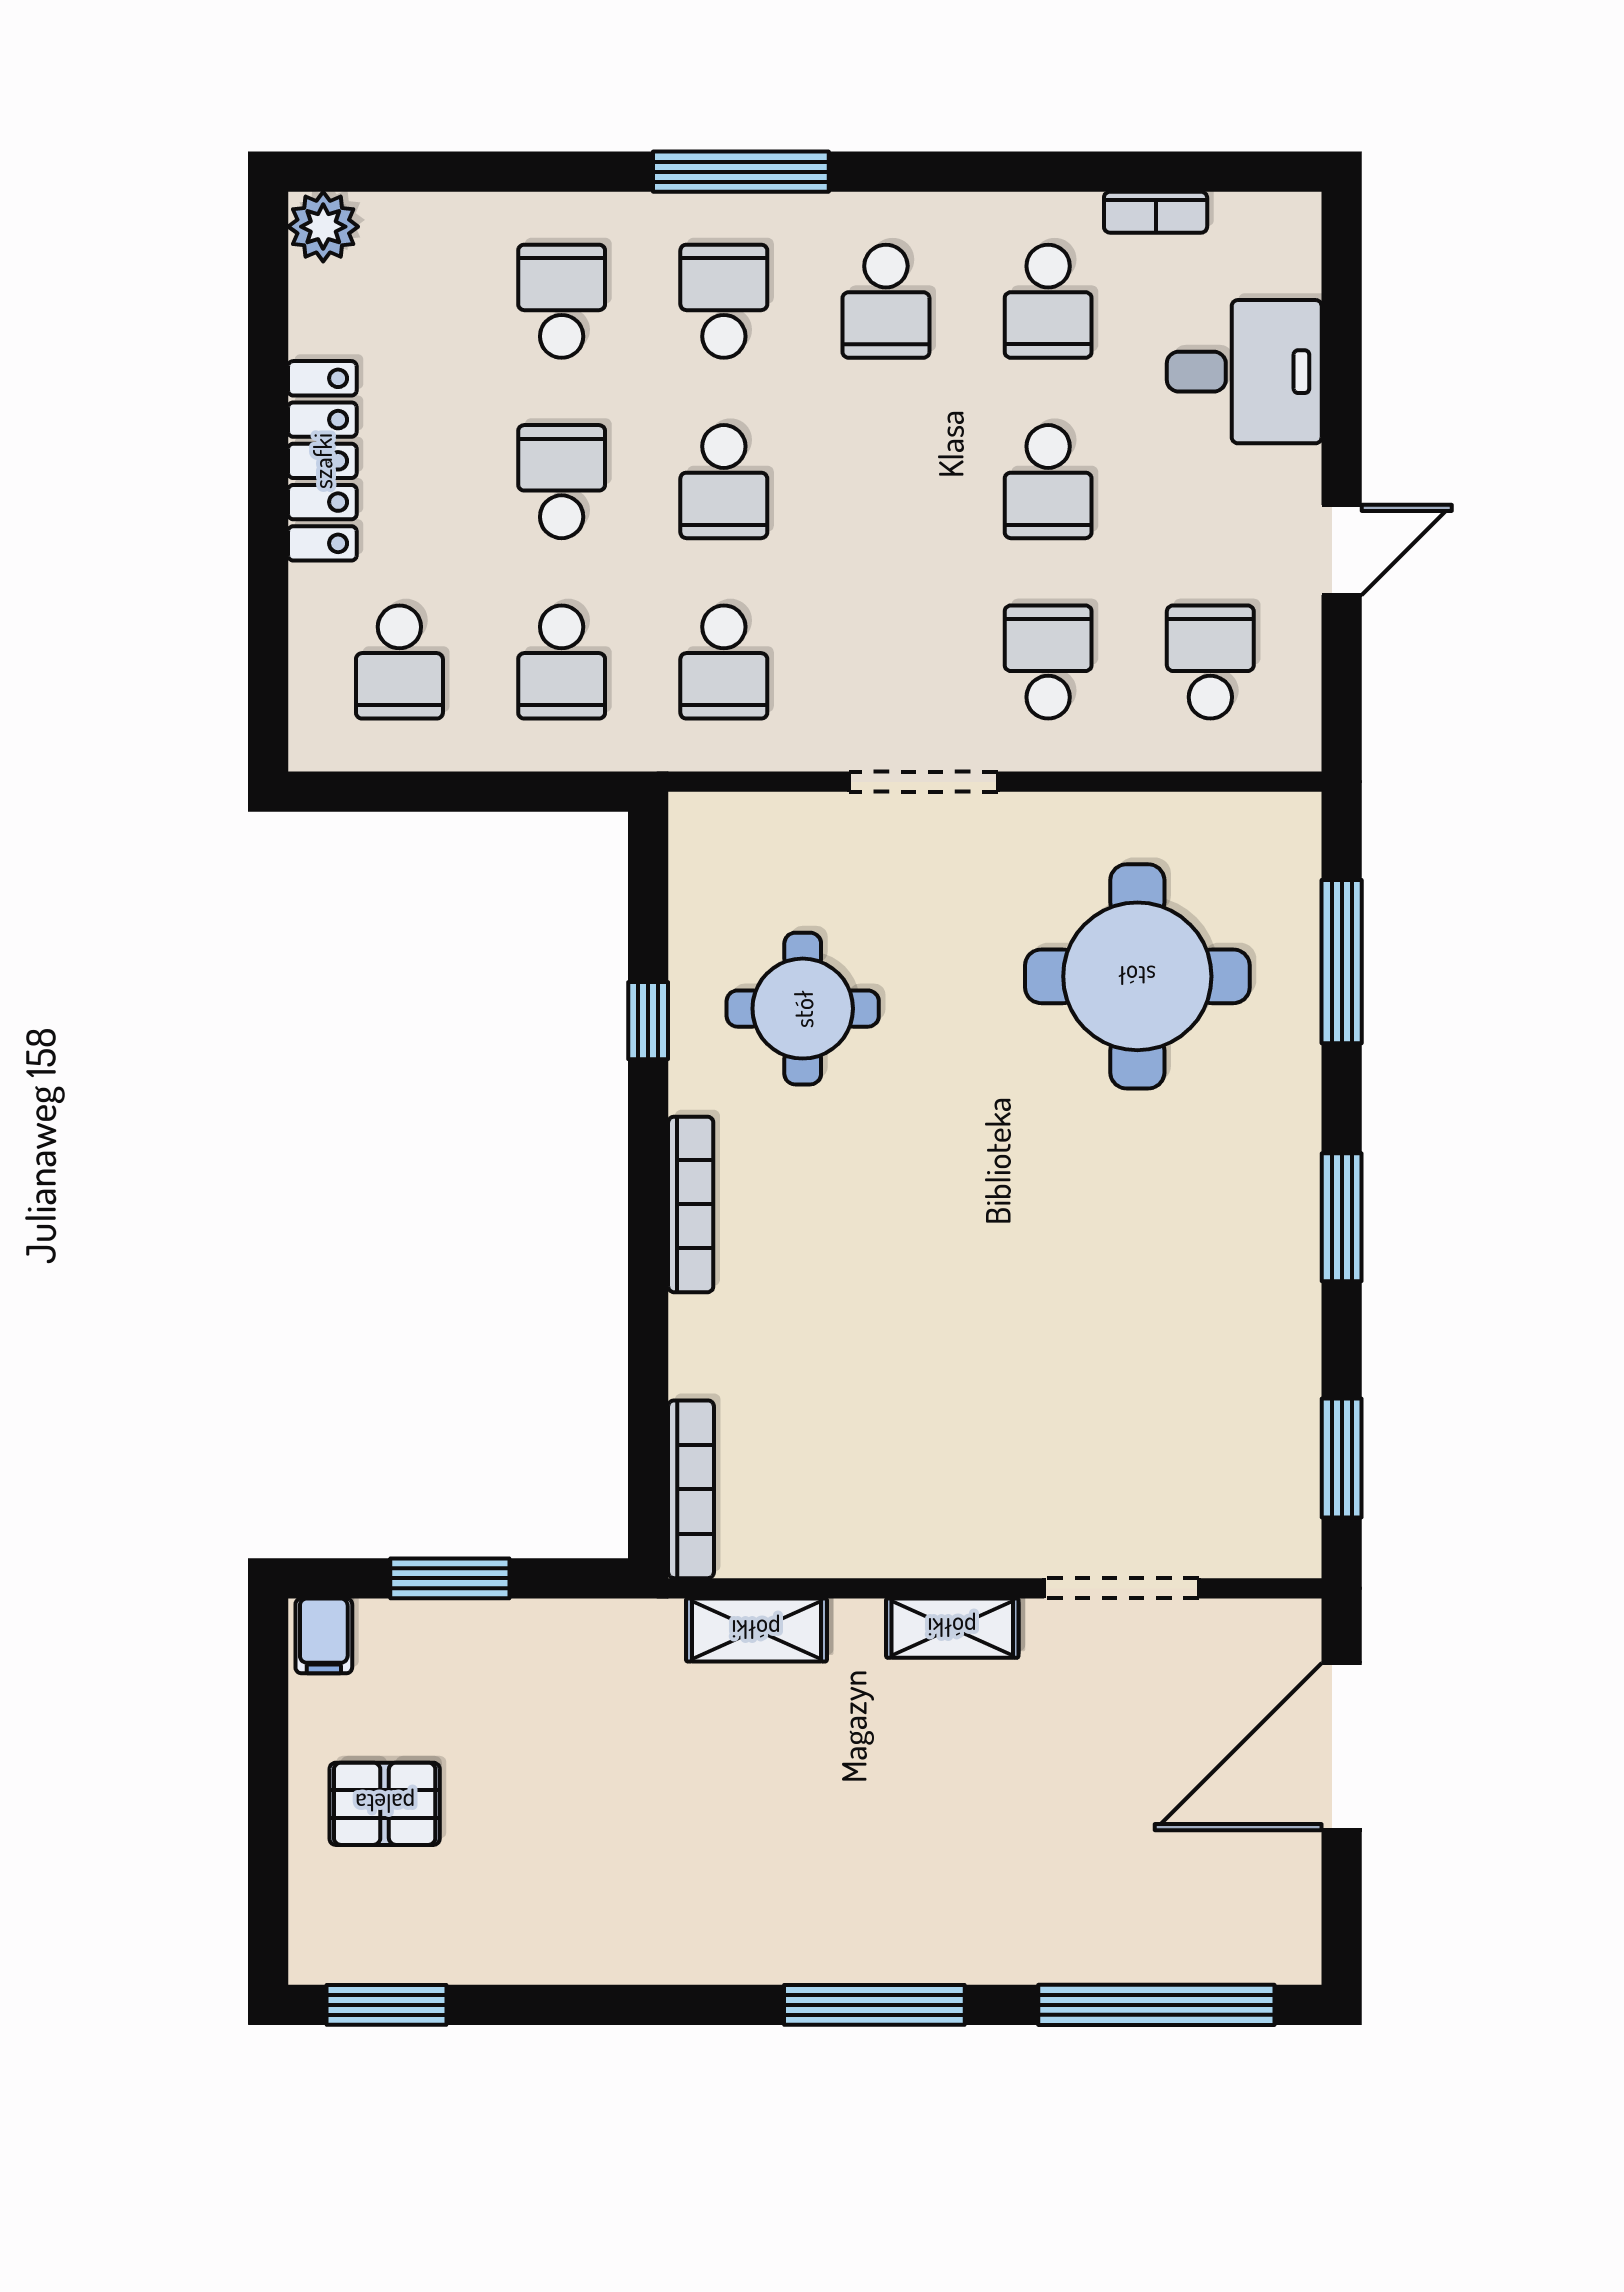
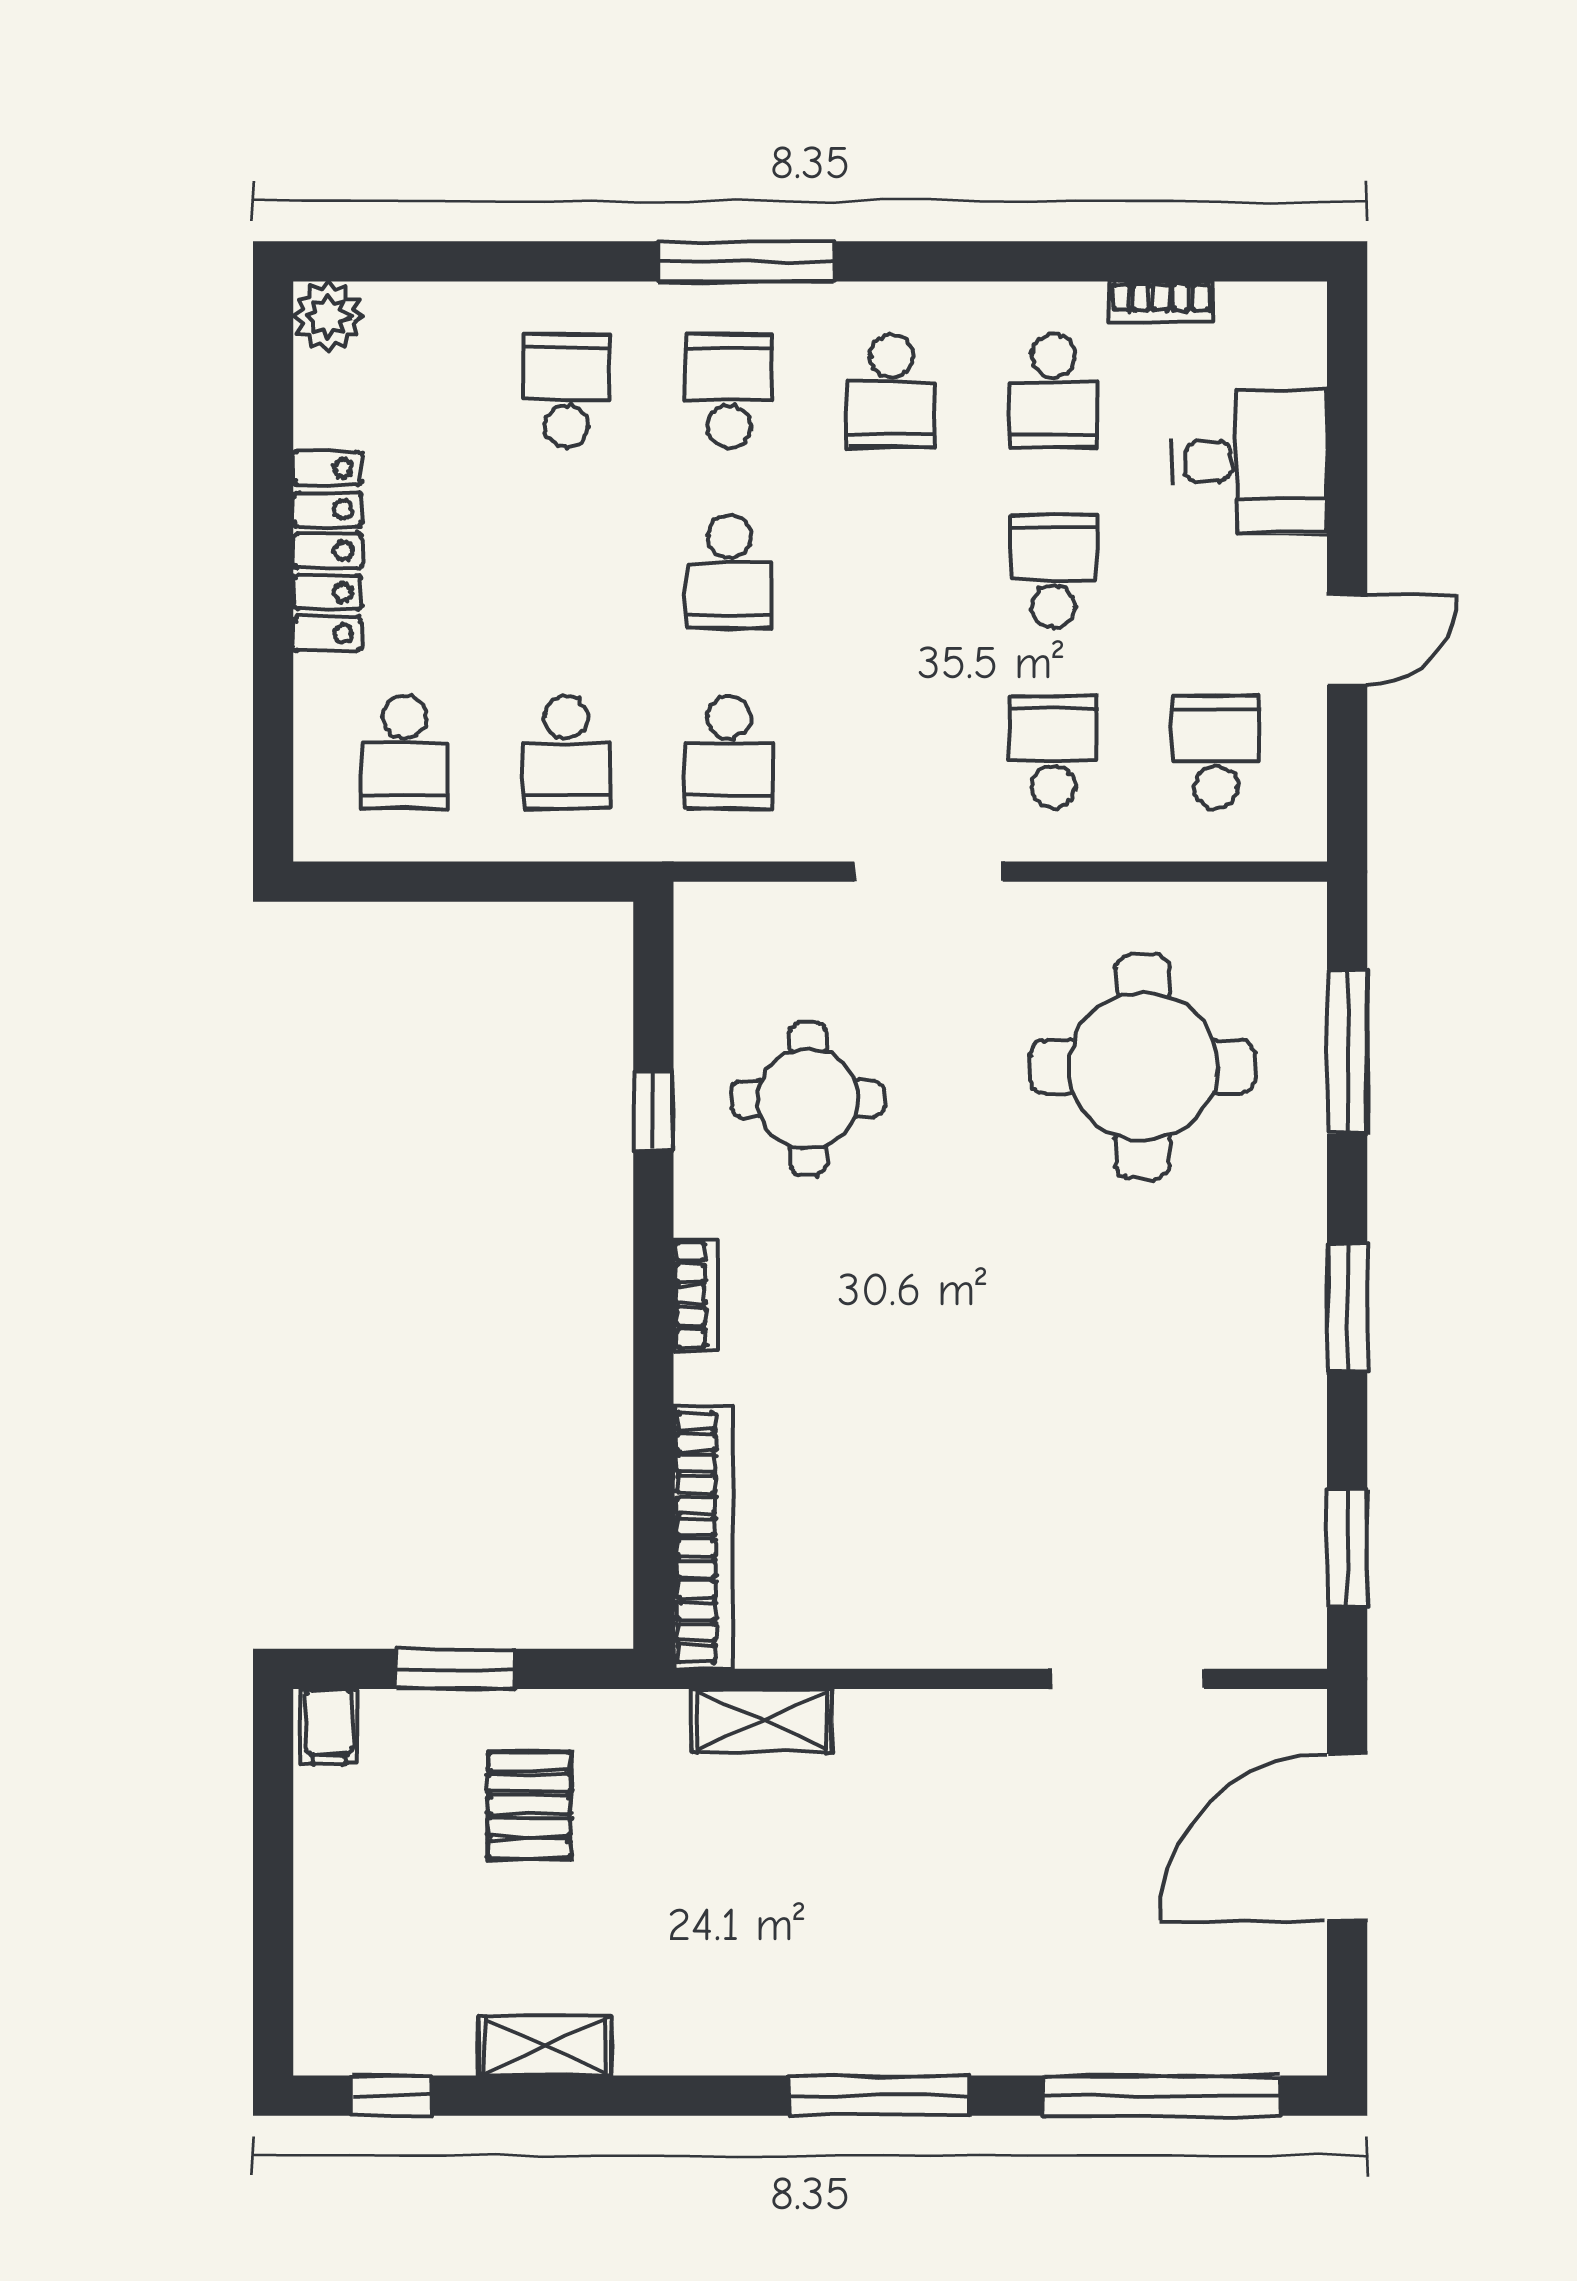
school desk: (562, 482) -> (567, 572), removed
school desk: (1048, 482) -> (1053, 572), turned 180
bookcase: (691, 1204) -> (696, 1295), width x0.64
bookcase: (691, 1489) -> (703, 1537), width x1.48, depth x1.31
shelving: (952, 1628) -> (545, 2046), moved
pallet: (385, 1804) -> (529, 1805), moved, turned 90
window: (386, 2005) -> (391, 2096), width x0.67

